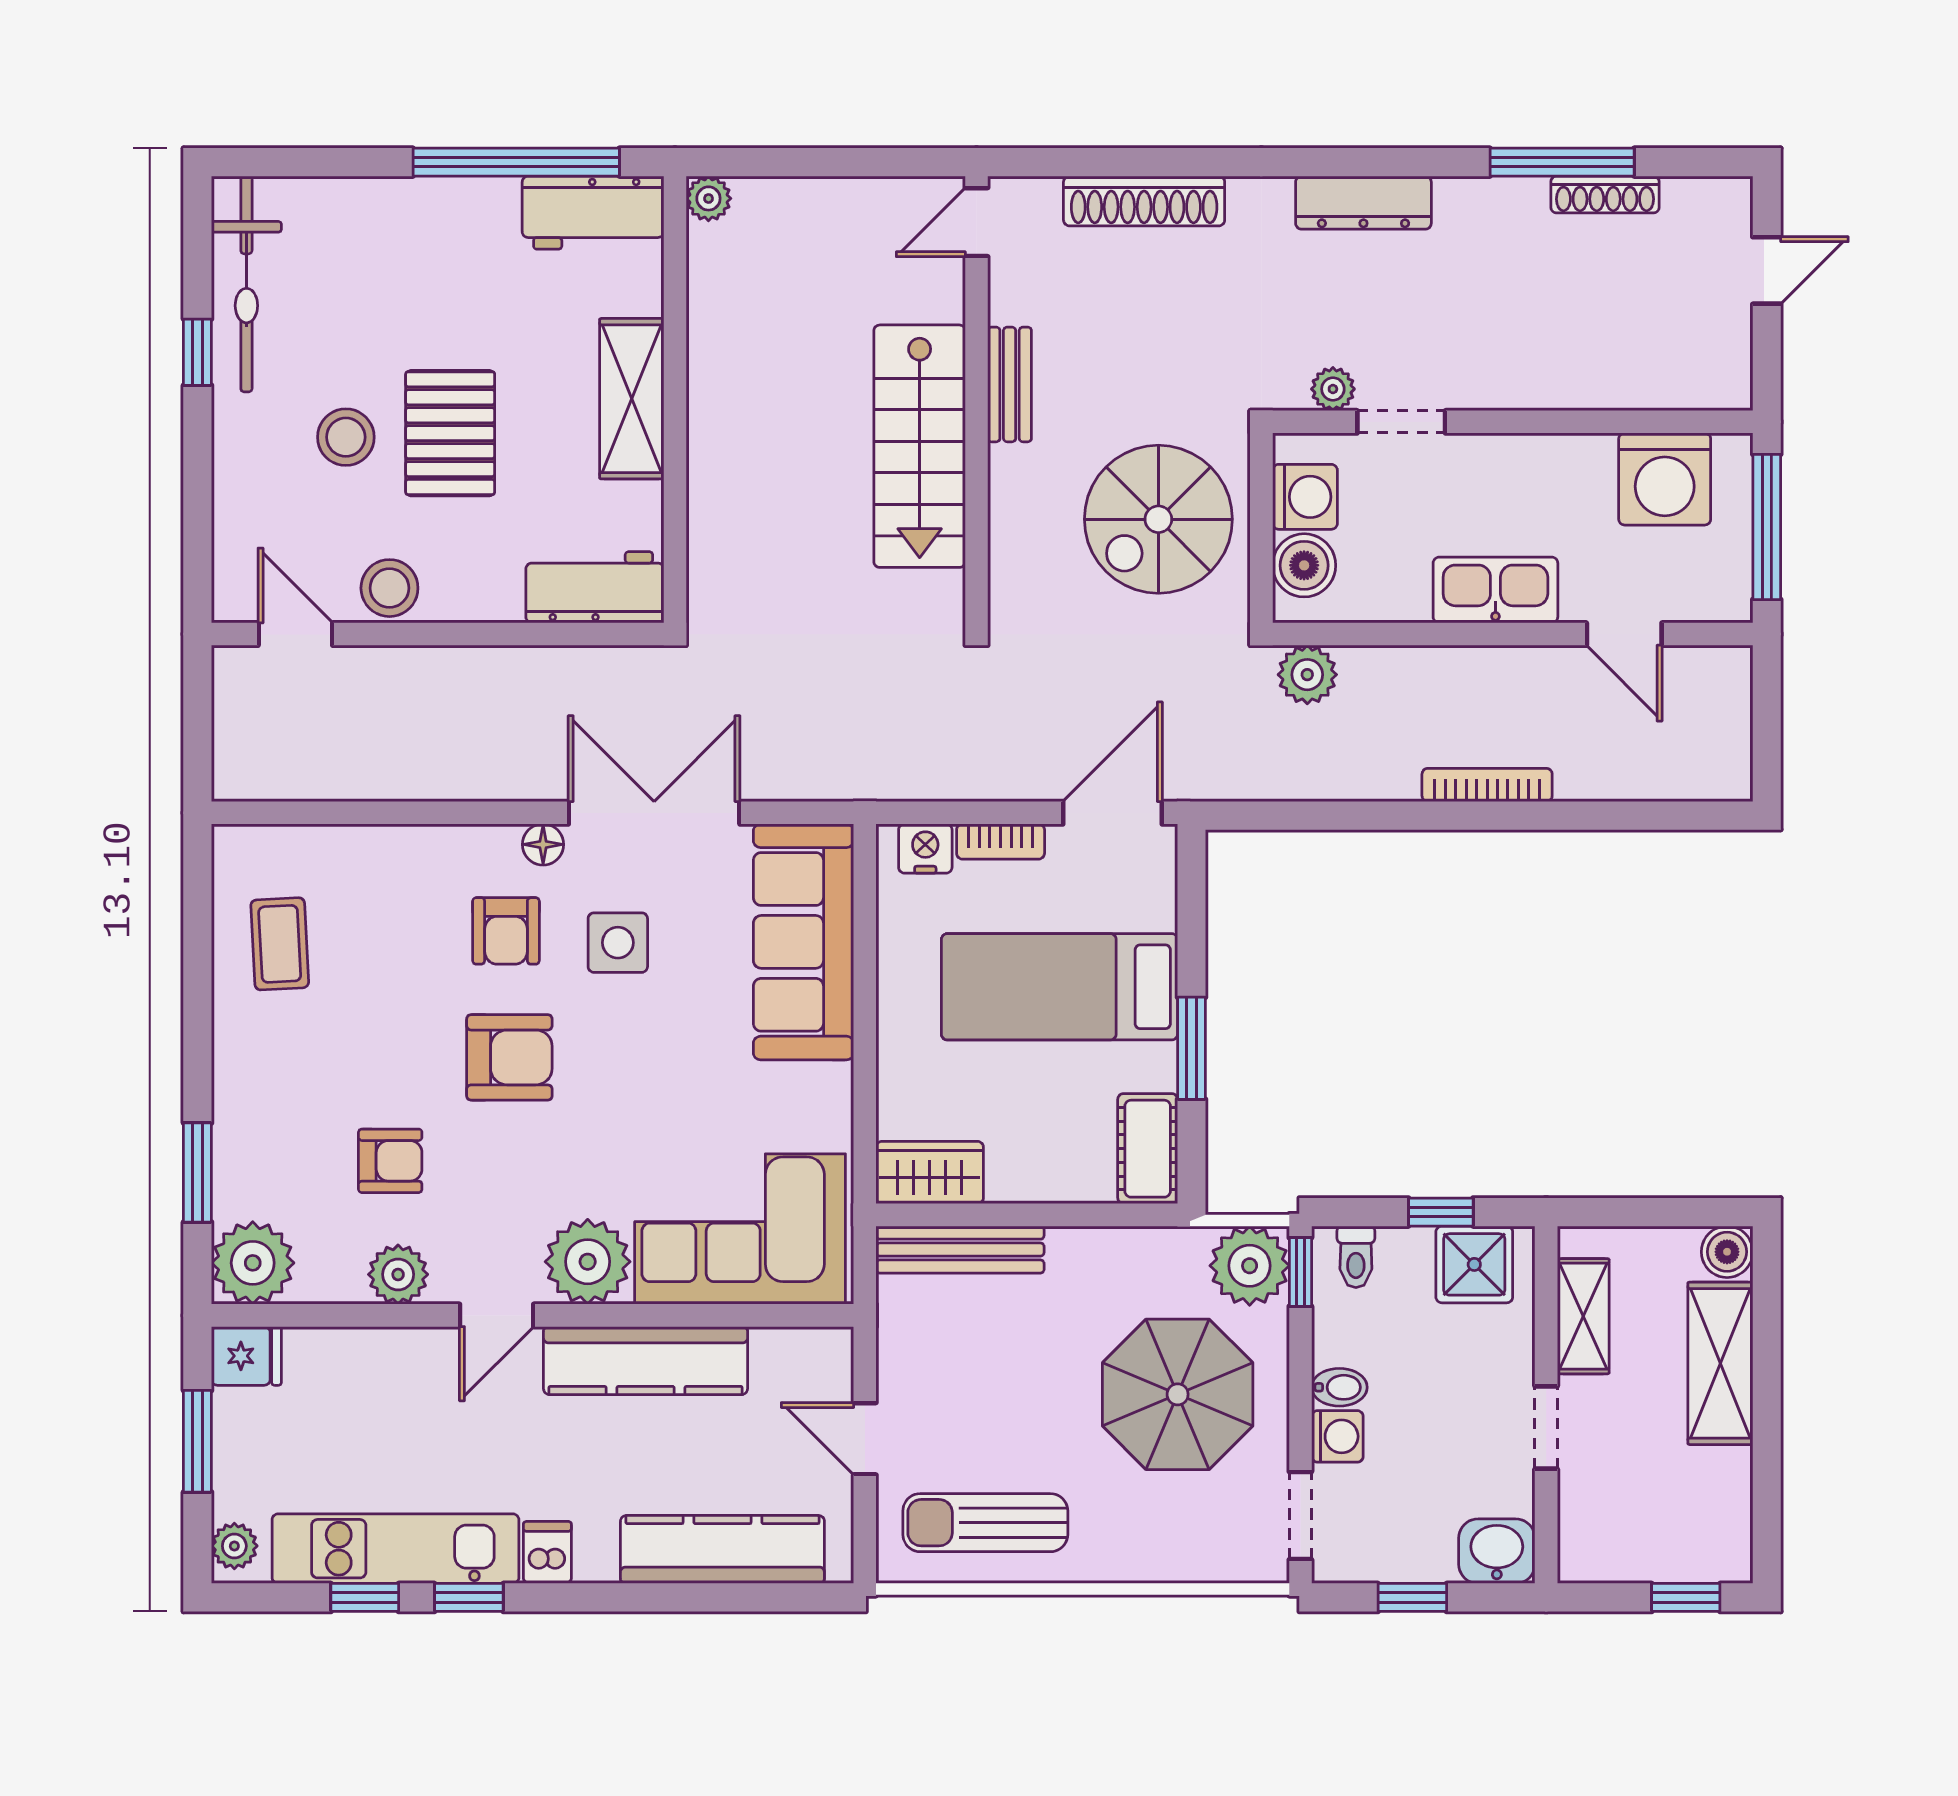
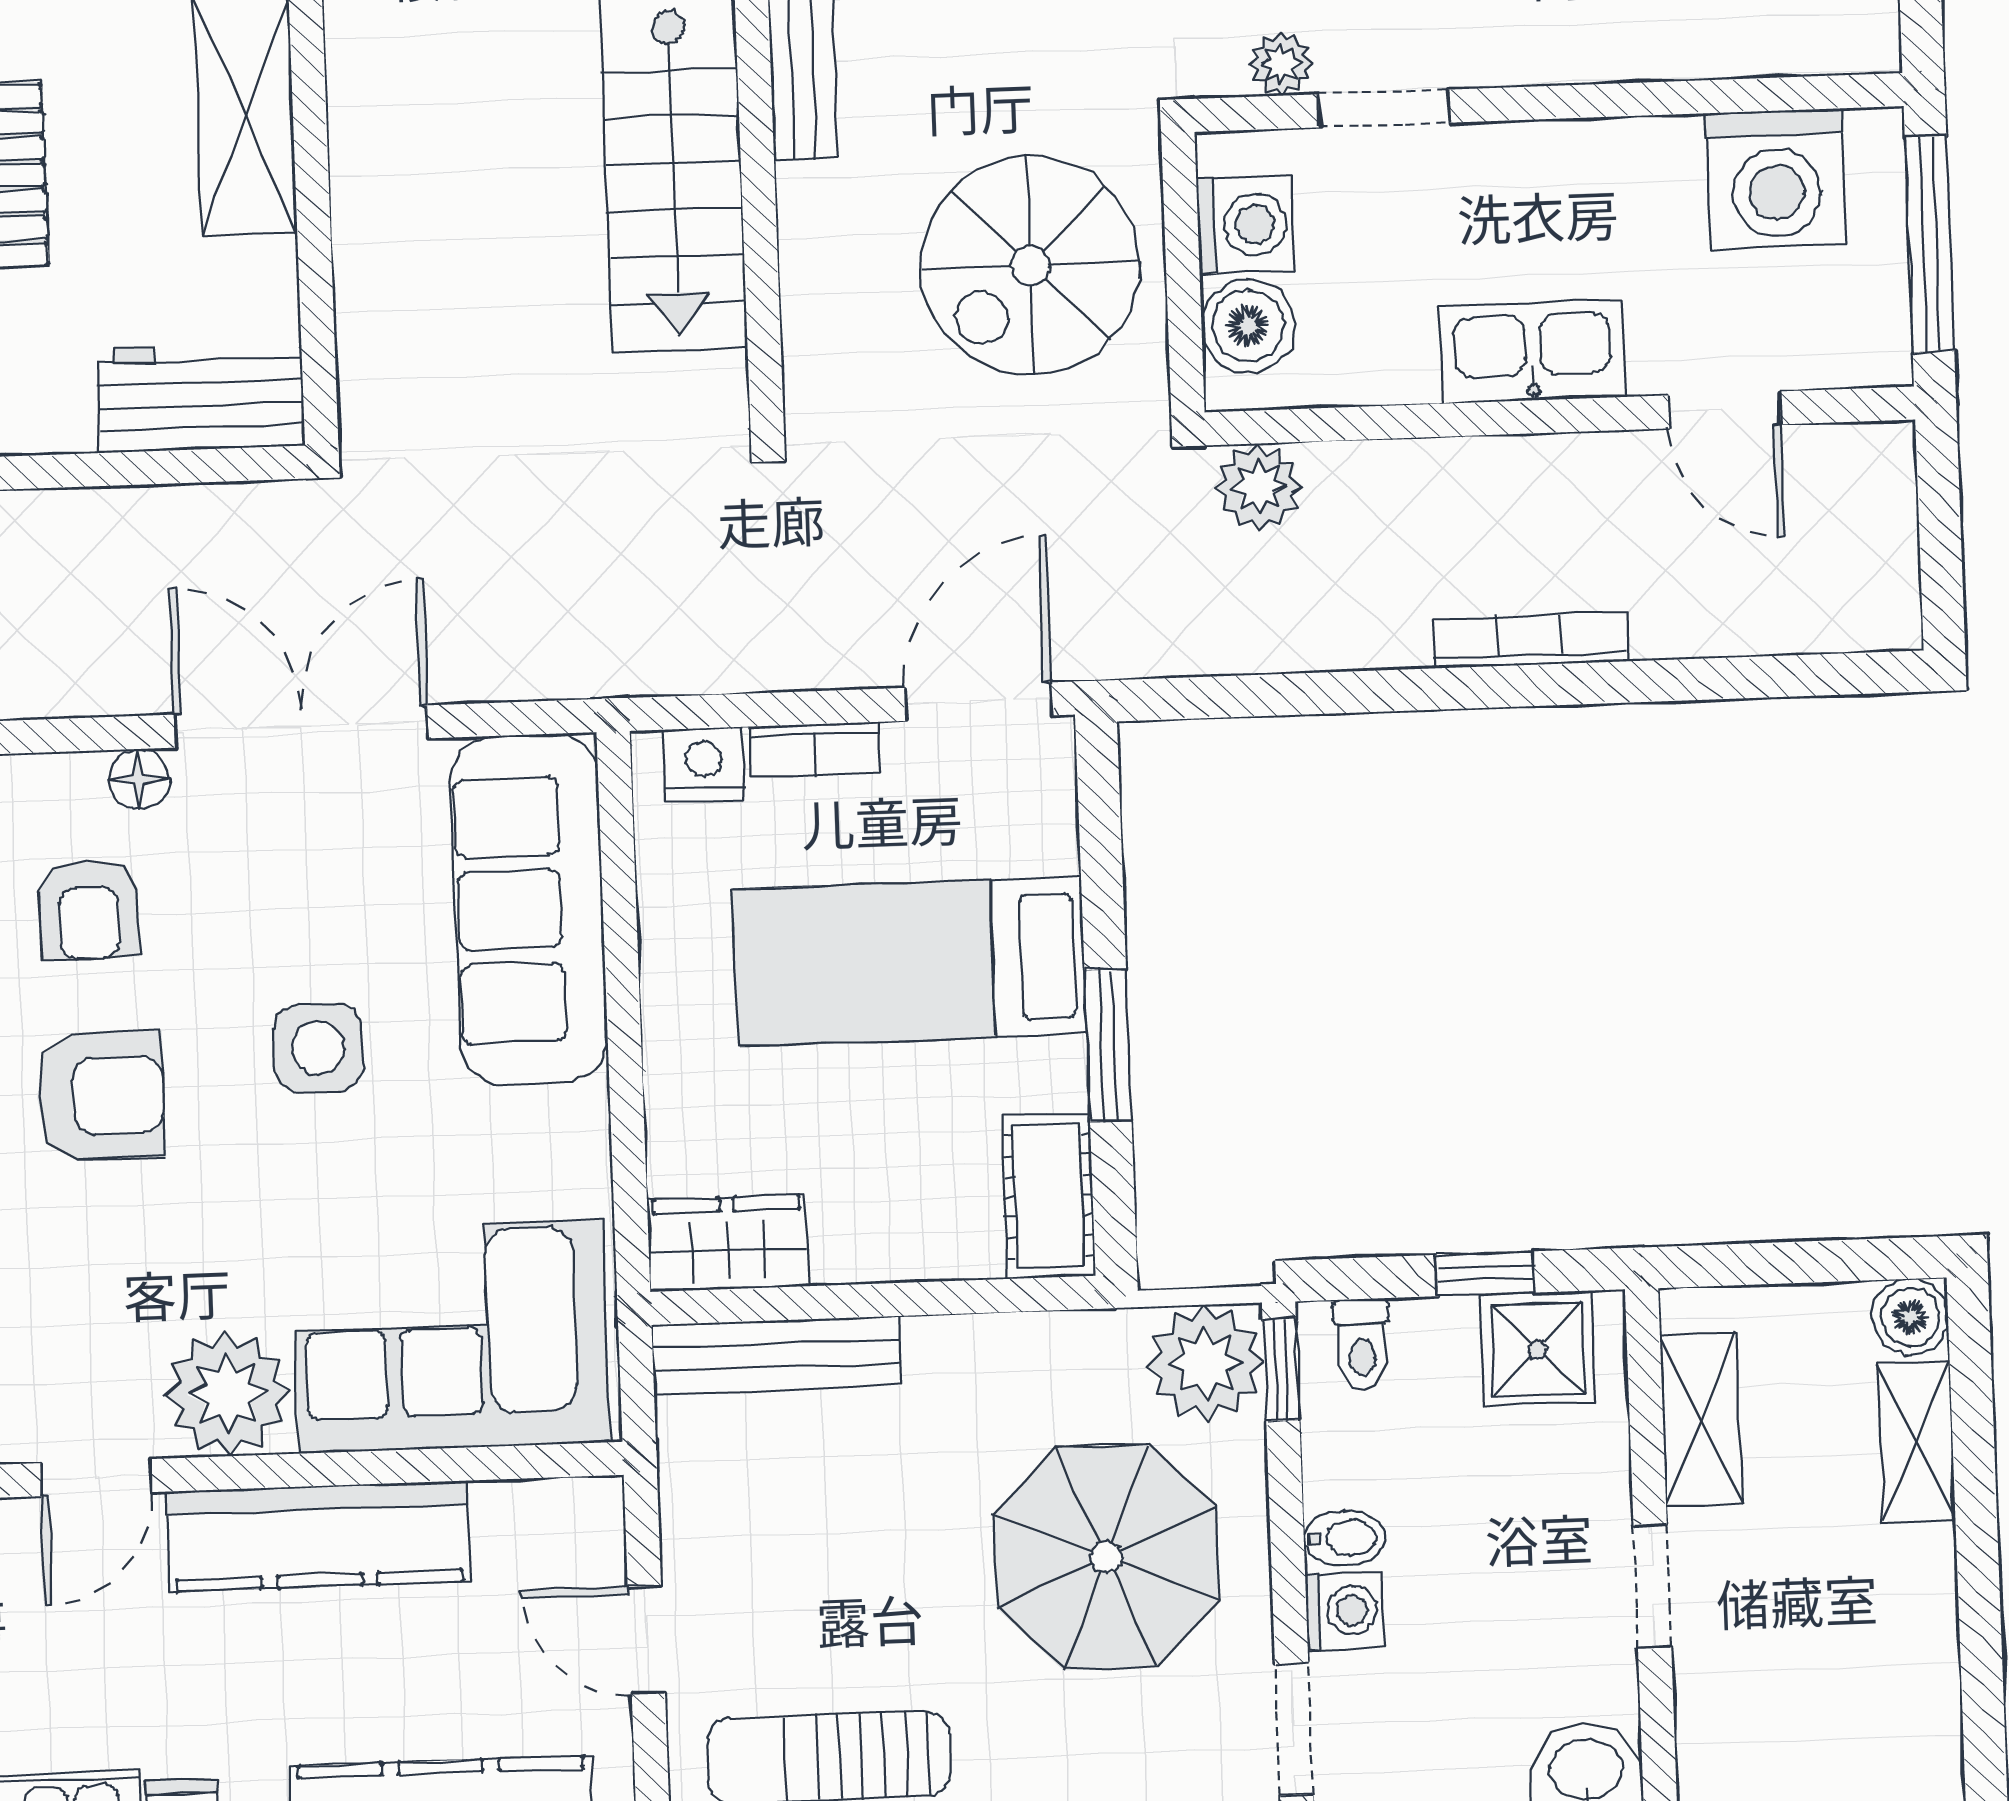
side table: (618, 943) -> (318, 1048), moved
shelving: (1720, 1363) -> (1917, 1442), width x0.67, depth x0.75

